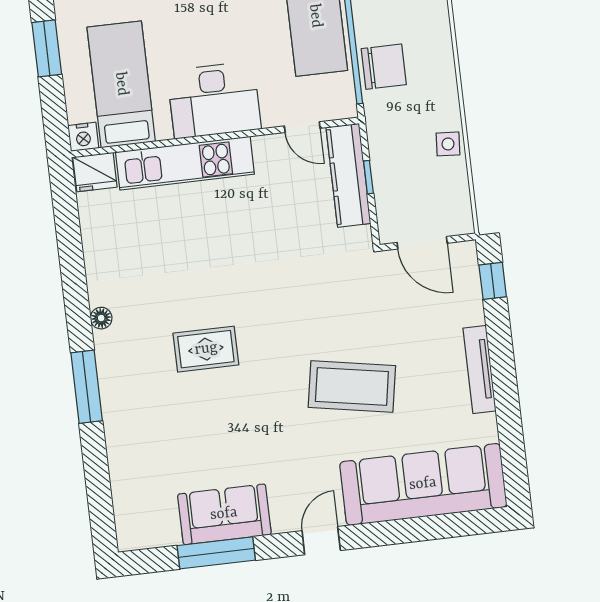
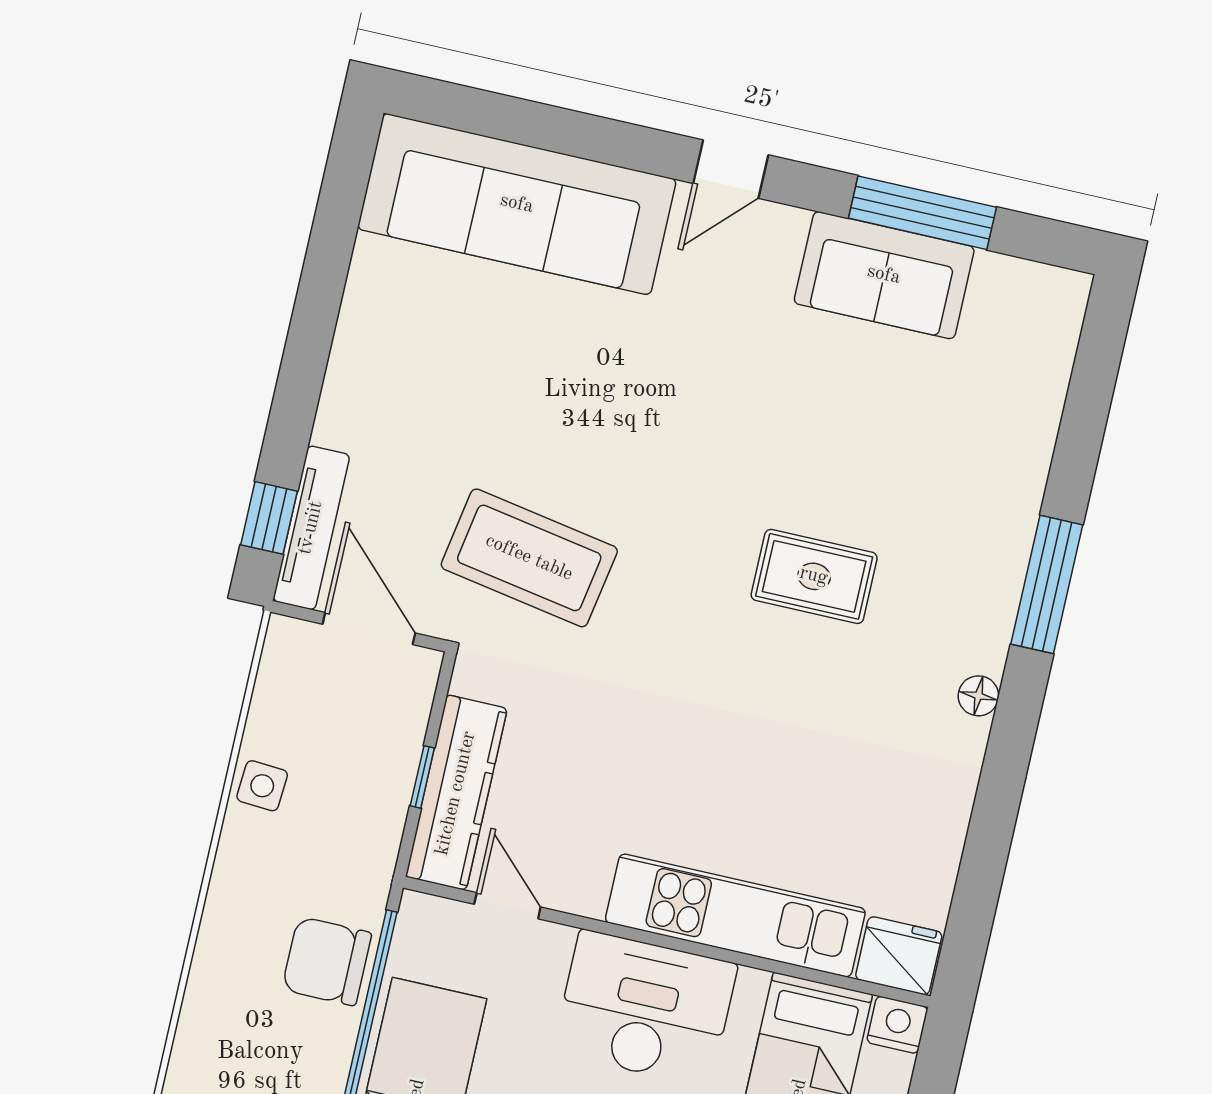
tv unit: (480, 369) -> (311, 528), moved
coffee table: (352, 387) -> (529, 558), moved

